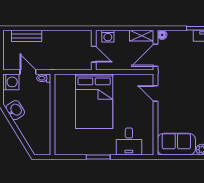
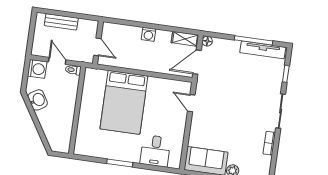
wall: (94, 50) -> (98, 43), moved
door: (94, 54) -> (97, 47), moved

